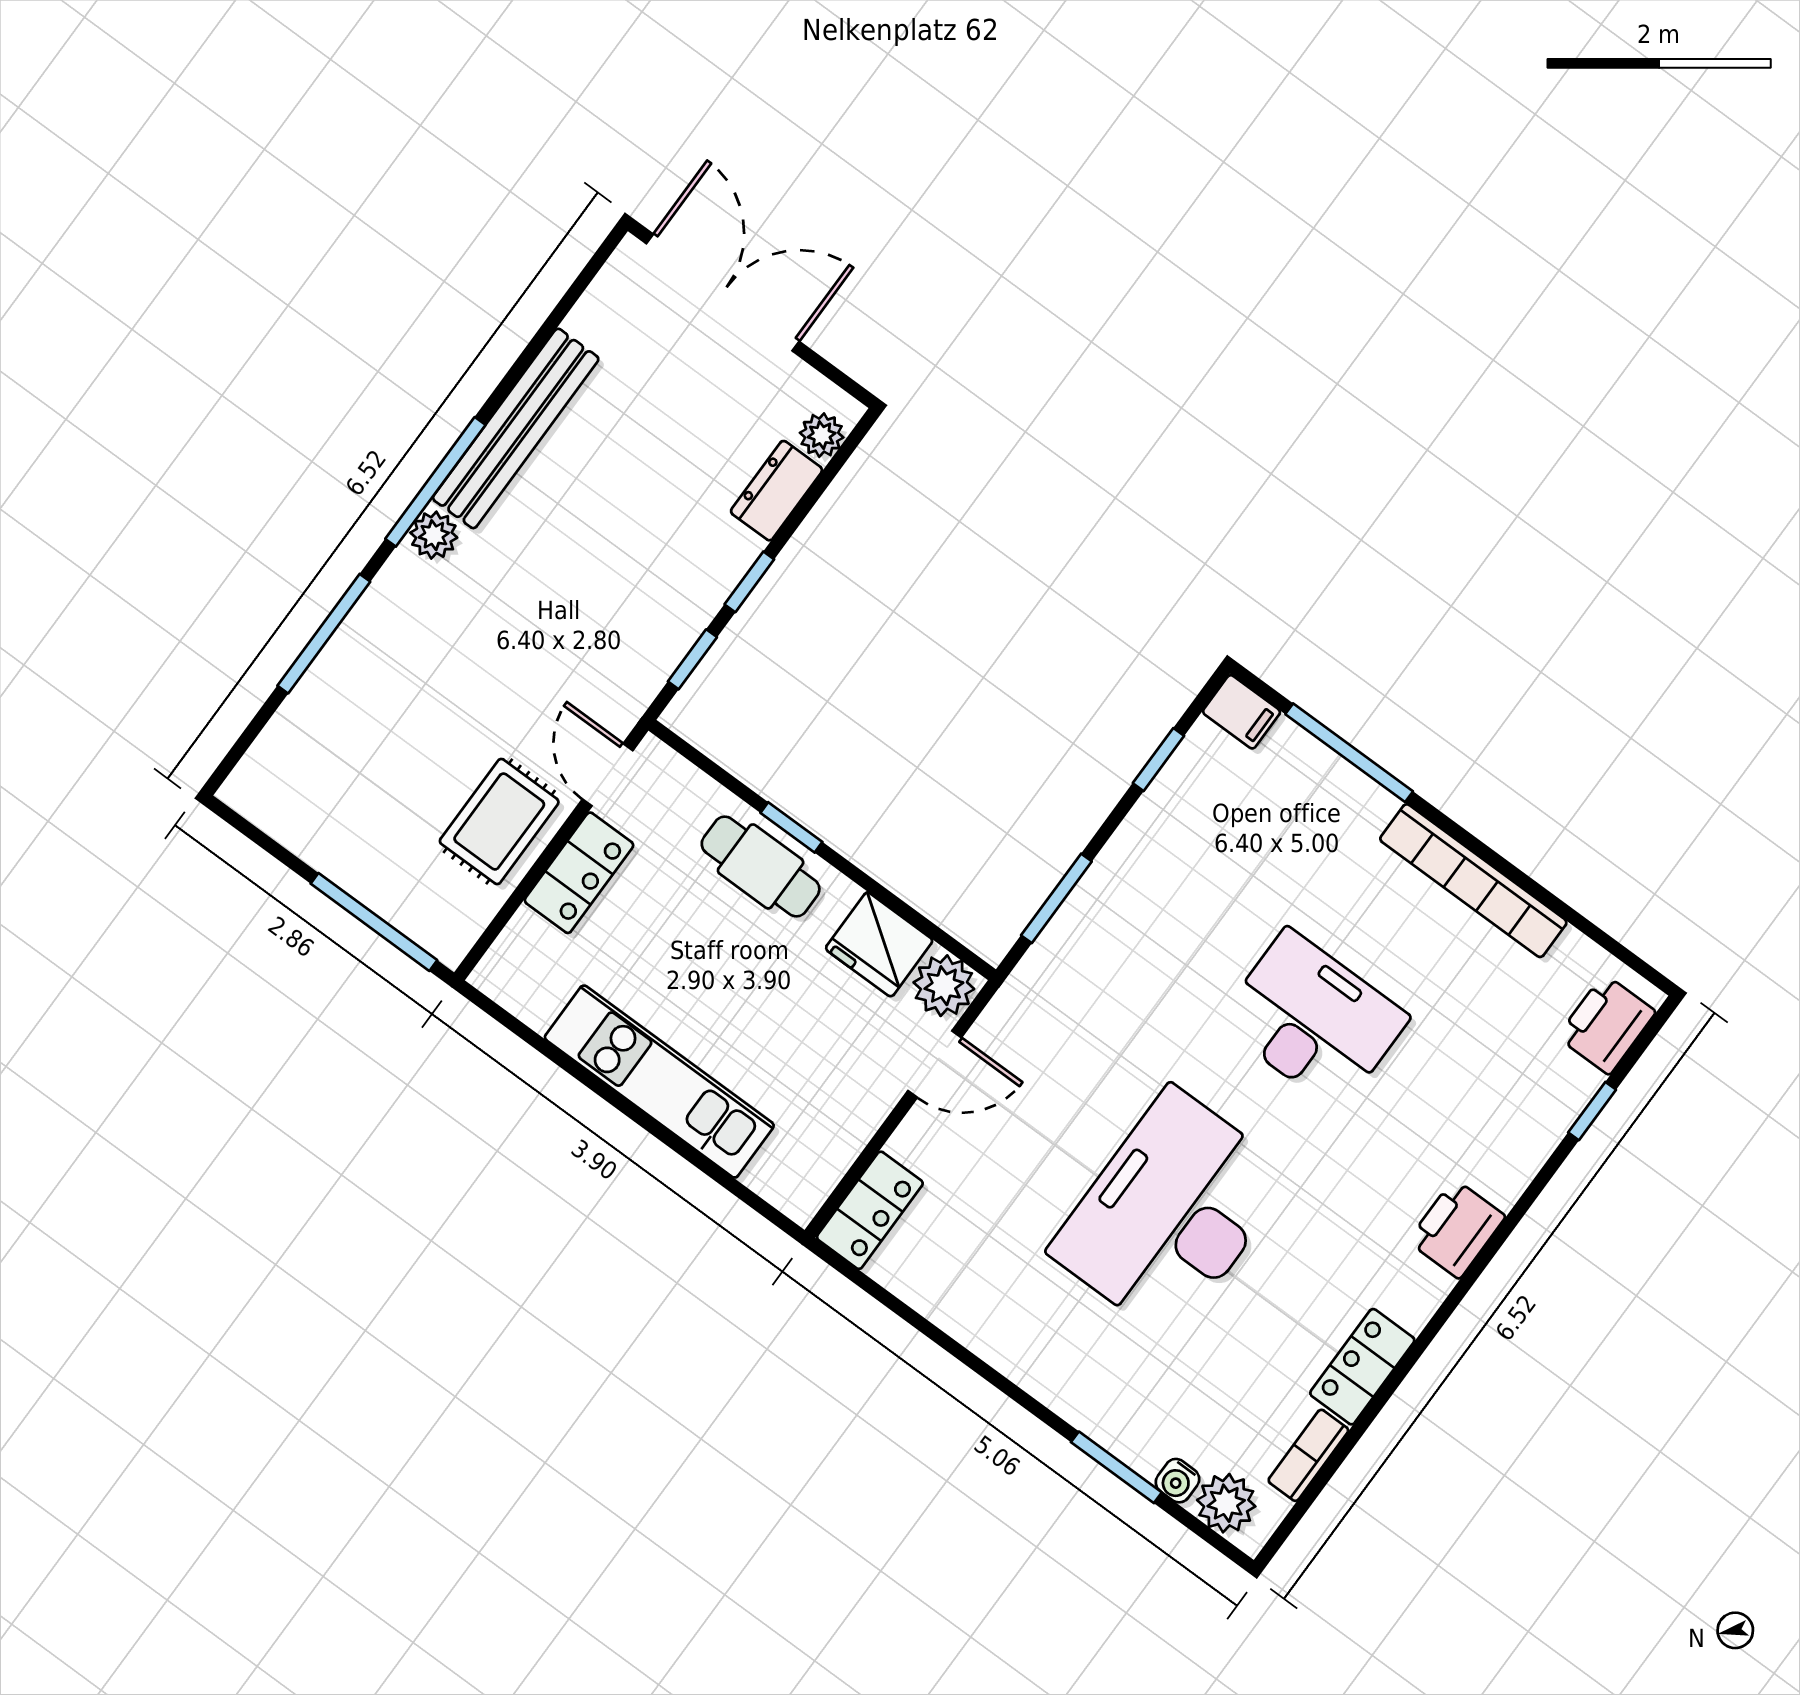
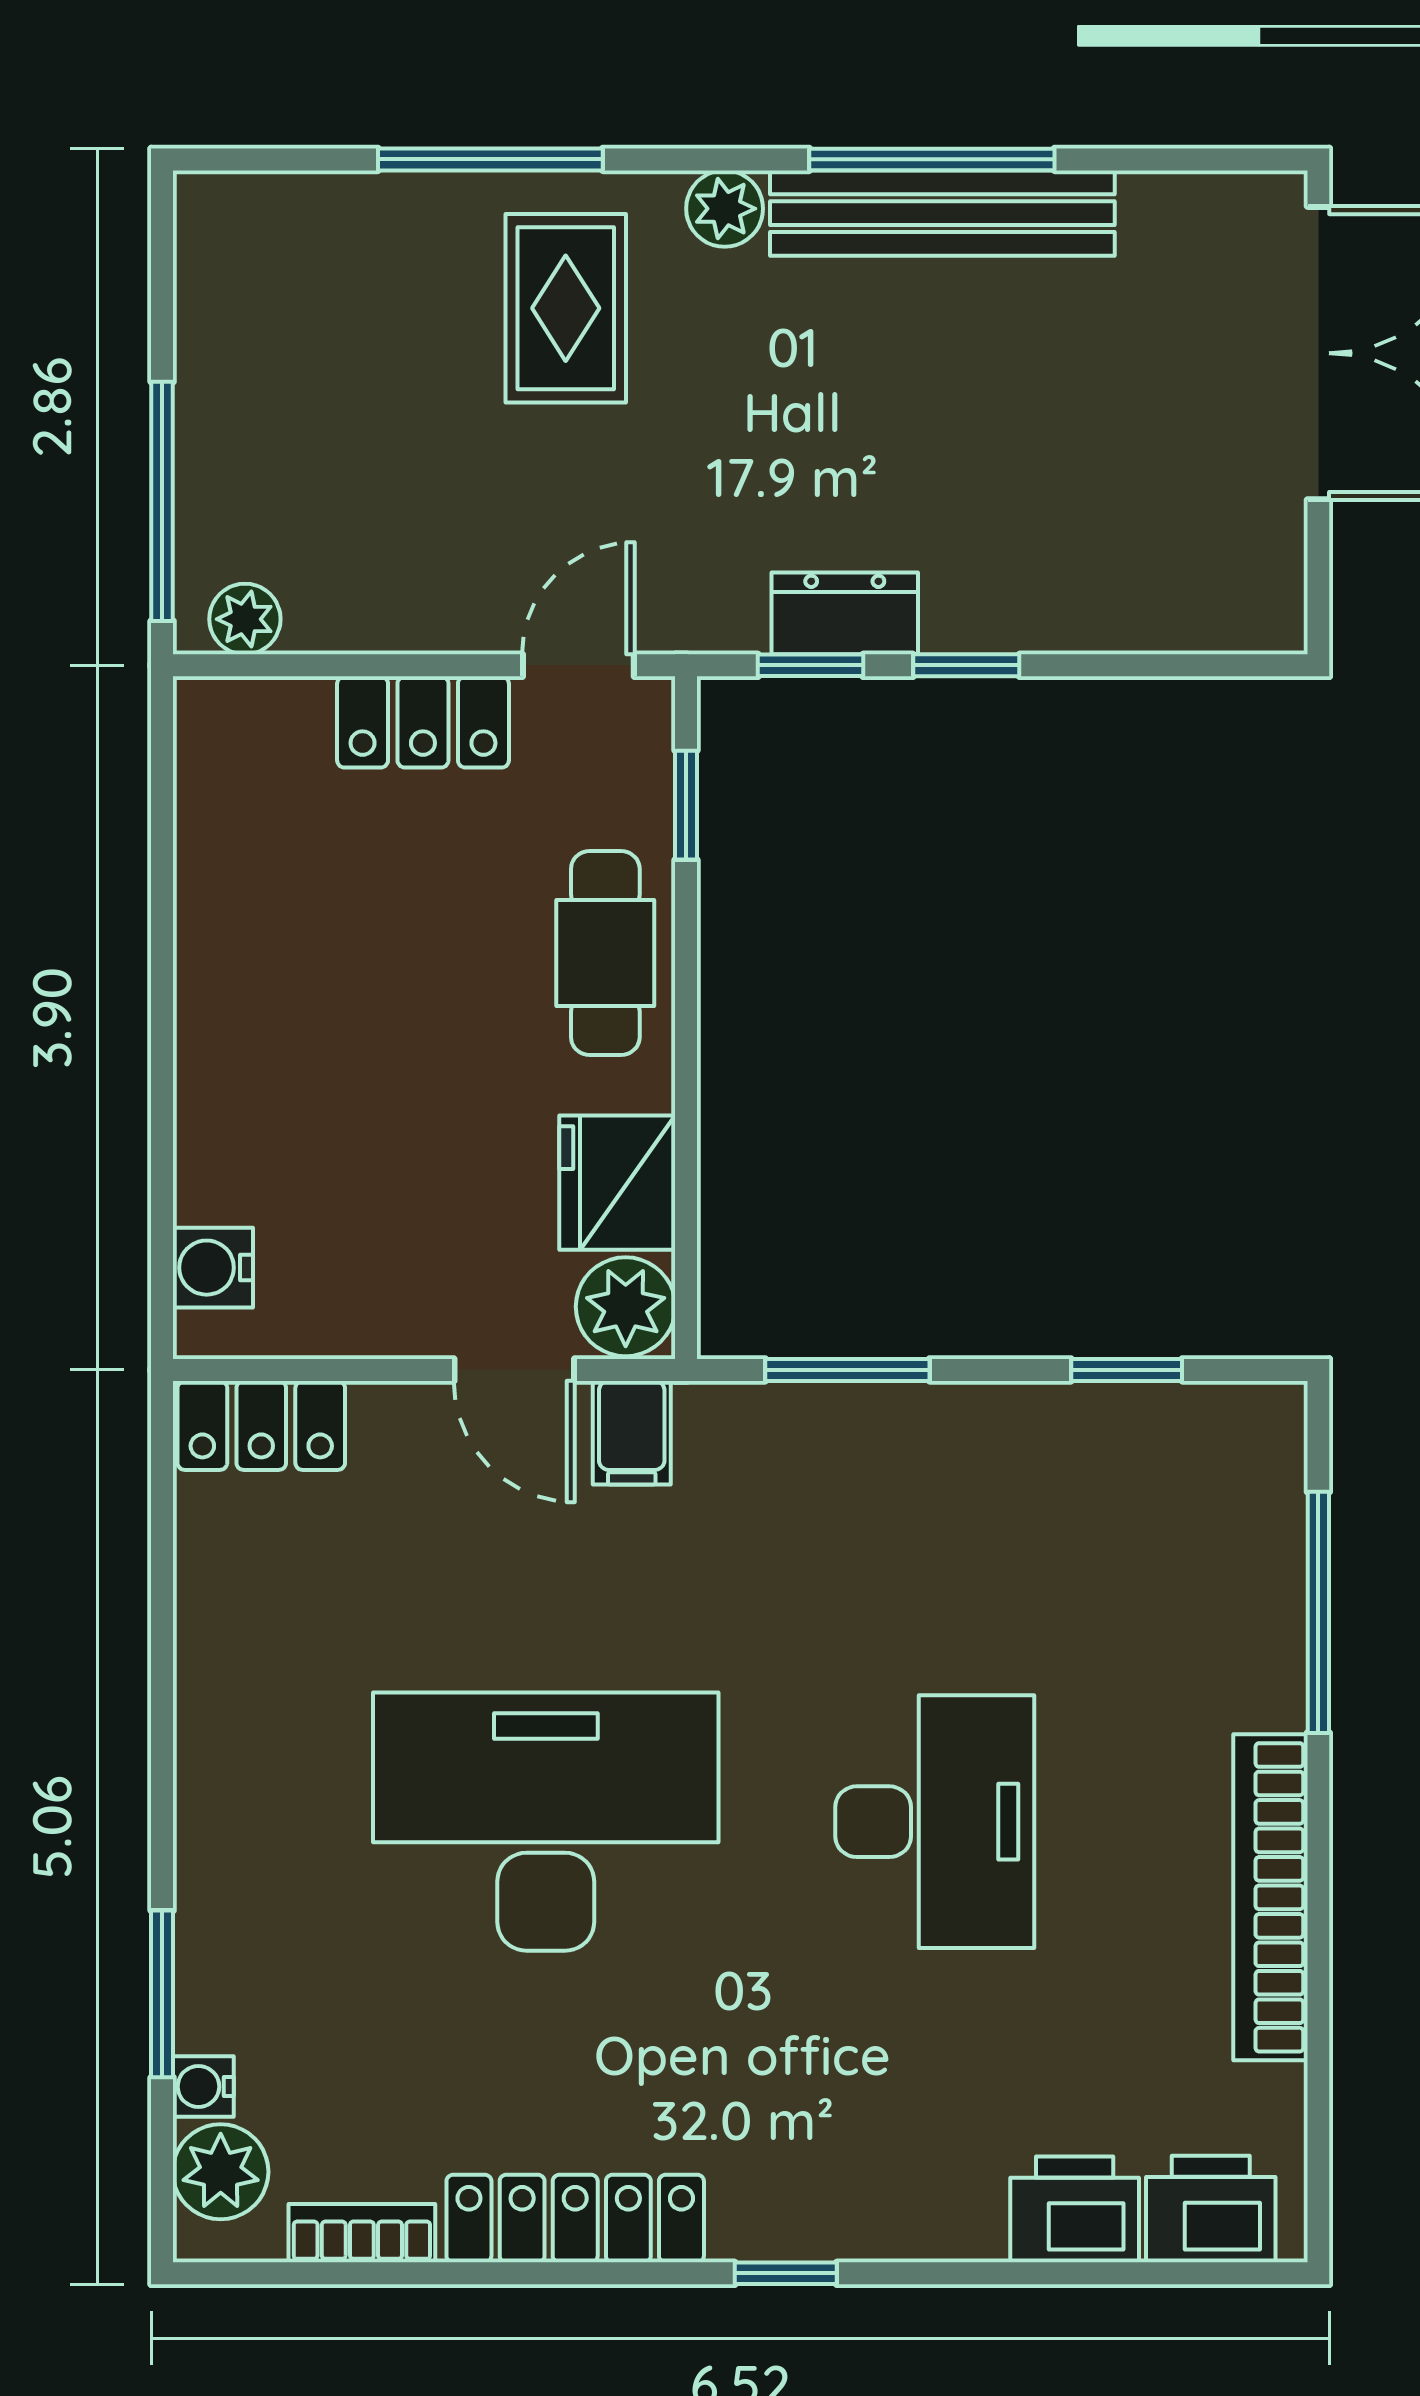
plant: (822, 435) -> (245, 619), moved
window: (435, 482) -> (932, 159), moved
dresser: (777, 491) -> (845, 613), moved
filing cabinet: (1242, 712) -> (632, 1433), moved
rug: (499, 822) -> (566, 308), moved, turned 90
window: (791, 827) -> (686, 805), moved
kitchen unit: (659, 1082) -> (227, 1027), removed
window: (1592, 1111) -> (786, 2273), moved
water cooler: (774, 1177) -> (213, 1268), added
printer: (1457, 1229) -> (1075, 2209), moved
locker: (1362, 1367) -> (575, 2219), width x1.53

